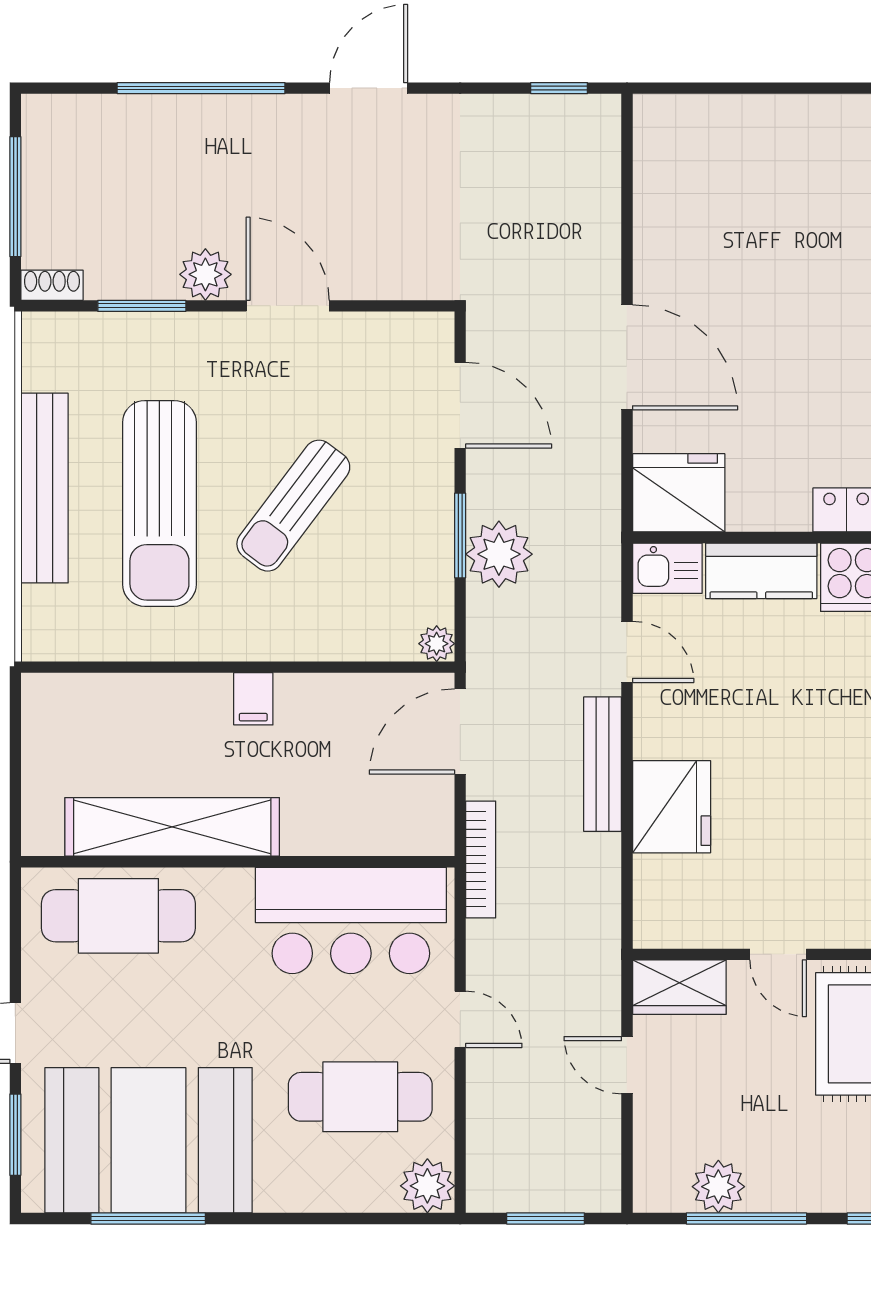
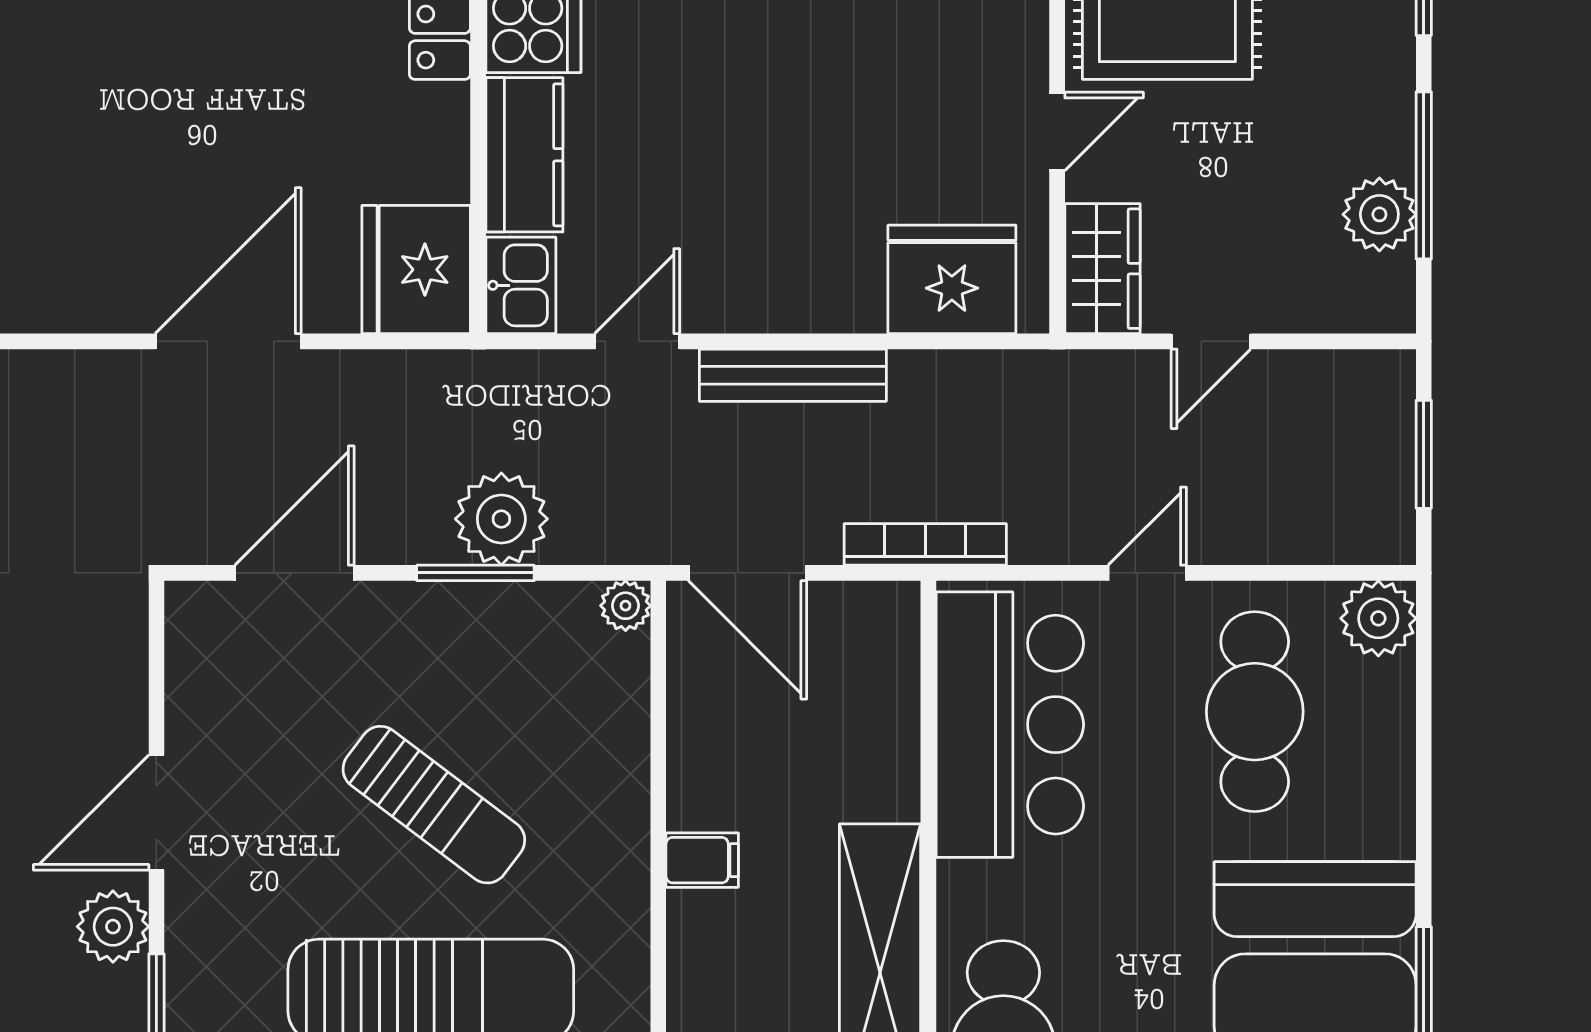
fridge: (672, 807) -> (952, 279), moved

